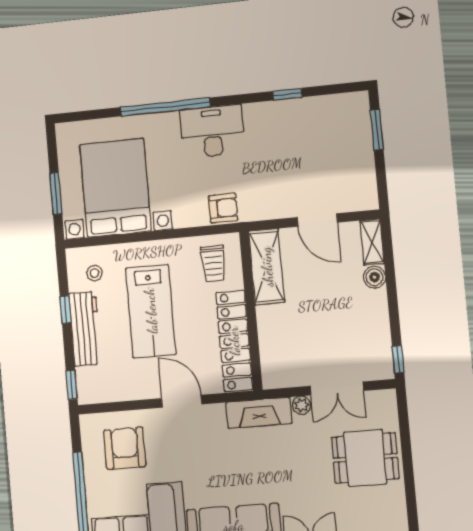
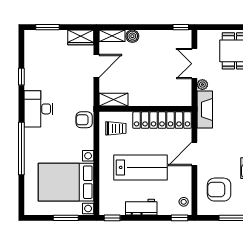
desk: (212, 131) -> (38, 109), moved
wardrobe: (364, 189) -> (81, 37), added
armchair: (223, 208) -> (84, 120), turned -90
shelving: (267, 267) -> (113, 100), width x0.67, depth x0.75
stool: (94, 273) -> (184, 202), moved
window: (65, 310) -> (112, 218), moved
workbench: (85, 329) -> (141, 207), width x0.73
double door: (337, 388) -> (194, 64), swing flipped

